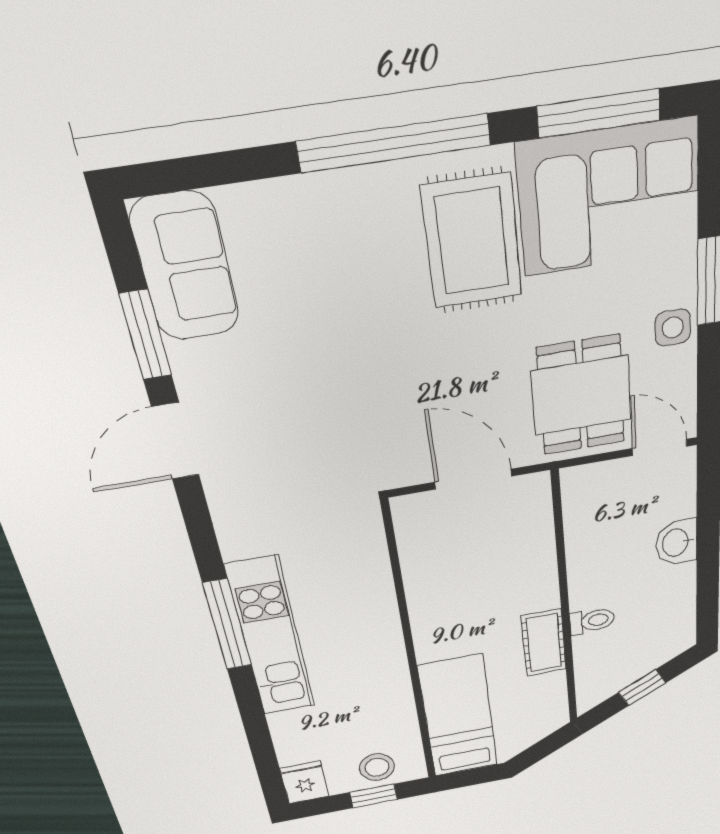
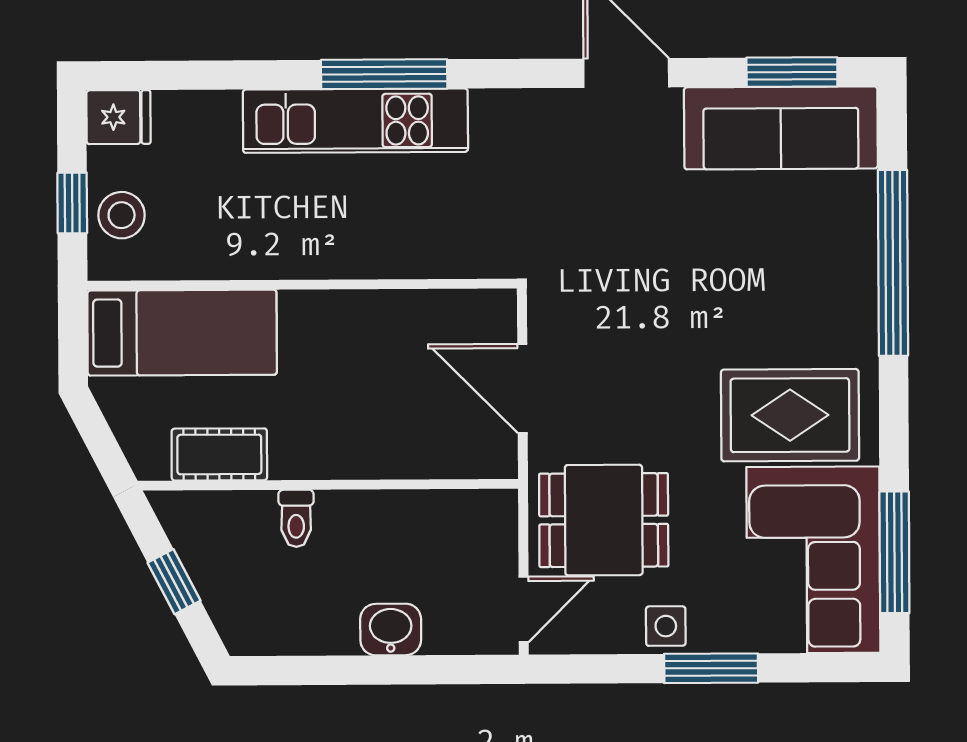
window: (394, 143) -> (893, 263), moved
sofa: (185, 267) -> (781, 128), width x1.36
window: (146, 335) -> (792, 72), moved
door: (473, 479) -> (522, 388), swing flipped
cot: (544, 643) -> (219, 454), moved

